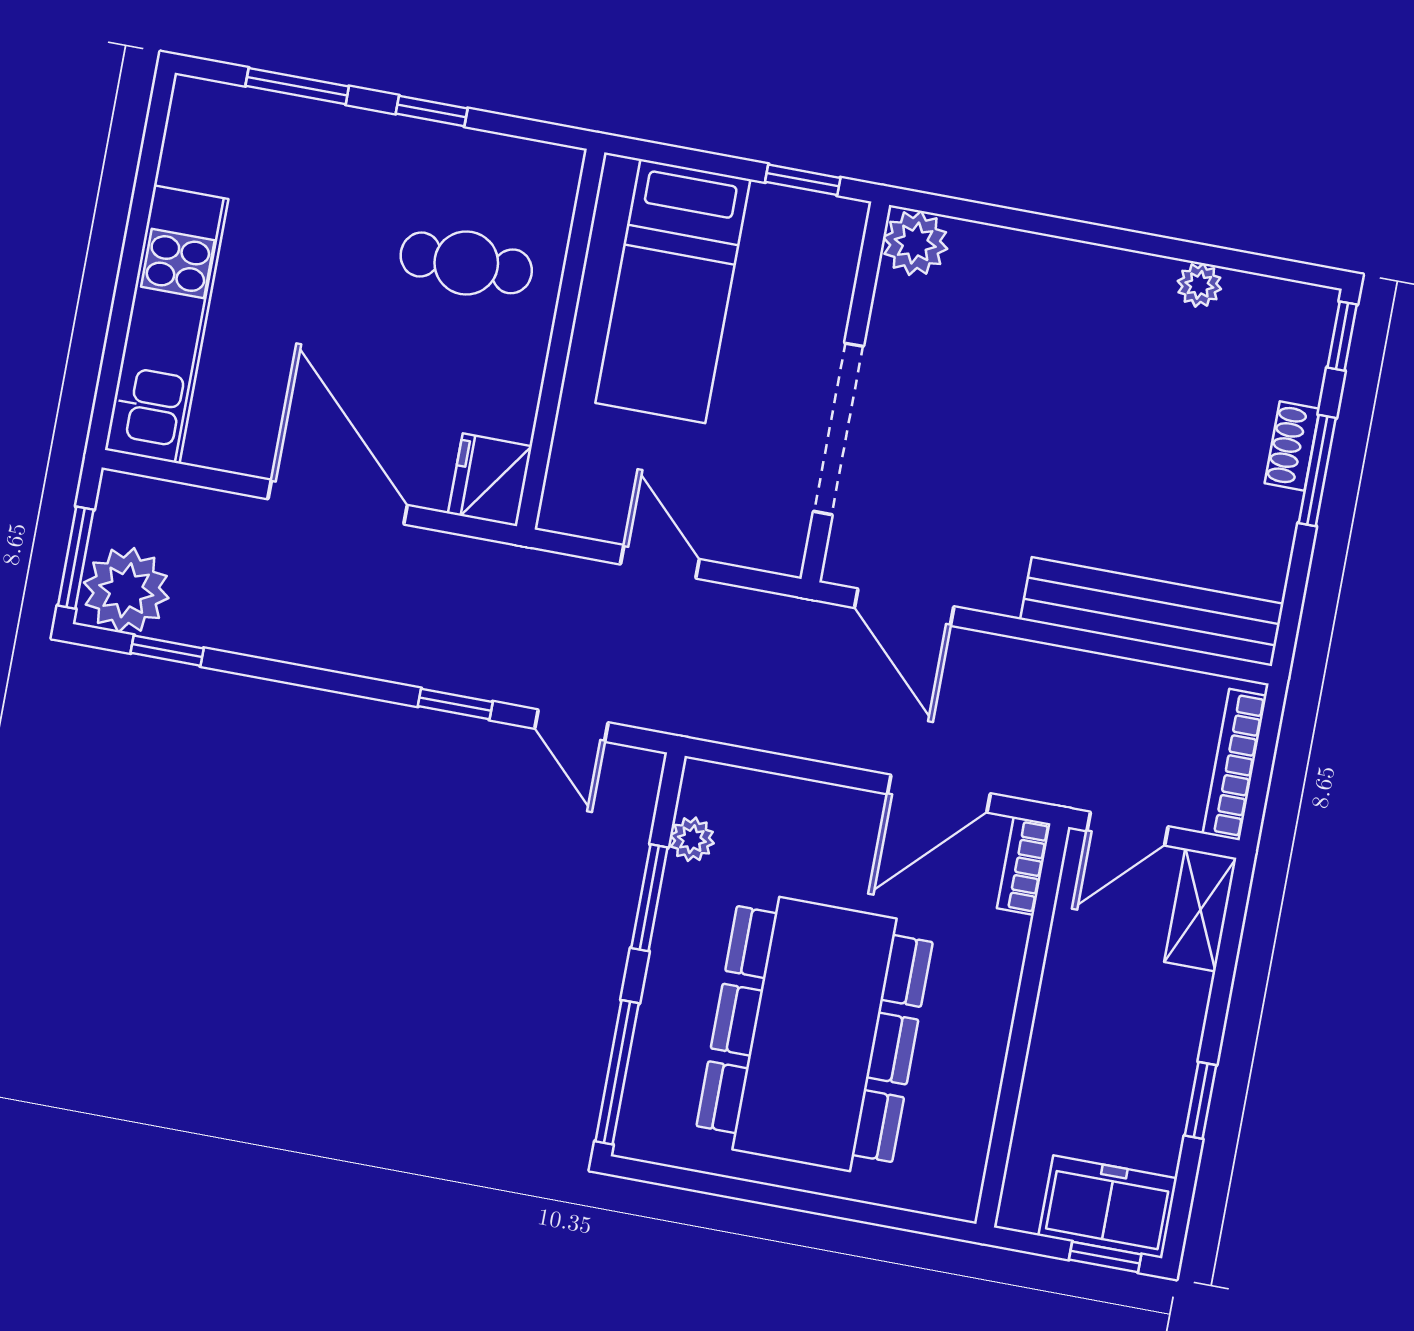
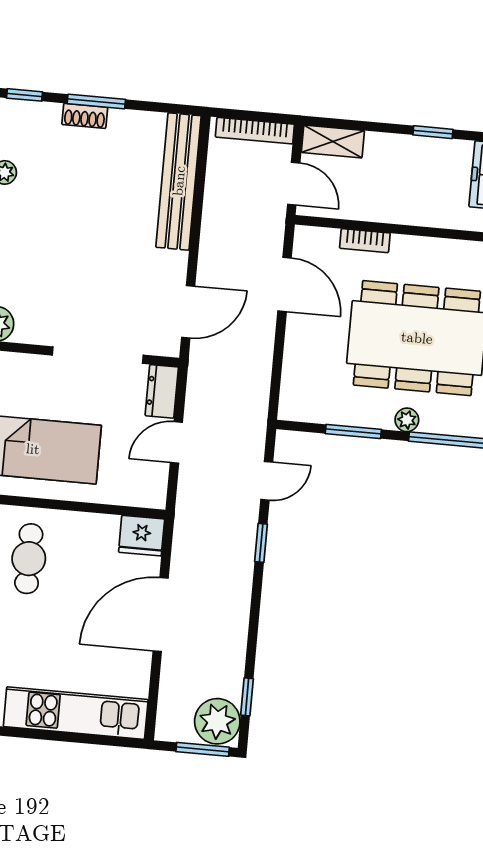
dresser: (759, 543) -> (162, 391), added
plant: (692, 839) -> (407, 420), moved
bookcase: (1024, 866) -> (365, 241), moved

